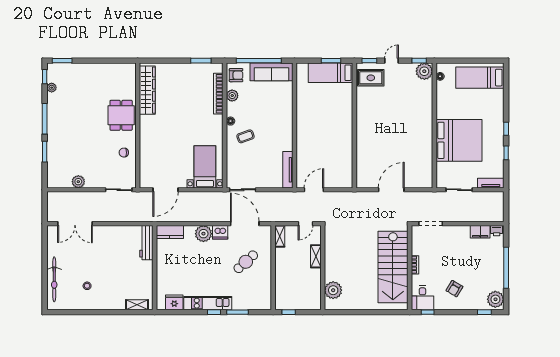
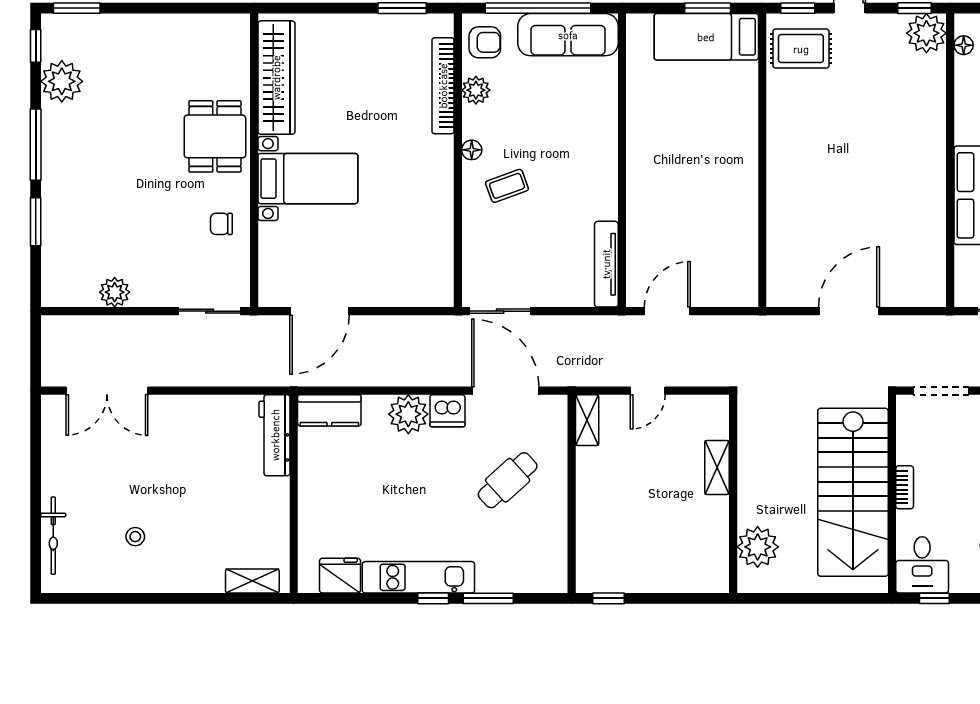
plant: (52, 88) -> (62, 81), width x1.87, depth x1.87
bed with nightstands: (205, 167) -> (308, 179), moved, turned 90
shelving: (316, 256) -> (717, 467), moved
wall: (323, 268) -> (733, 494), moved
bicycle: (54, 279) -> (53, 536), width x0.73, depth x0.71
plant: (333, 290) -> (758, 547), moved

